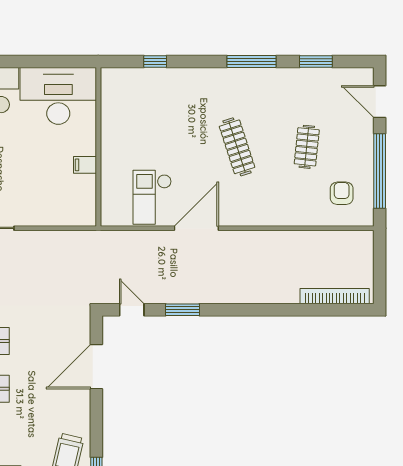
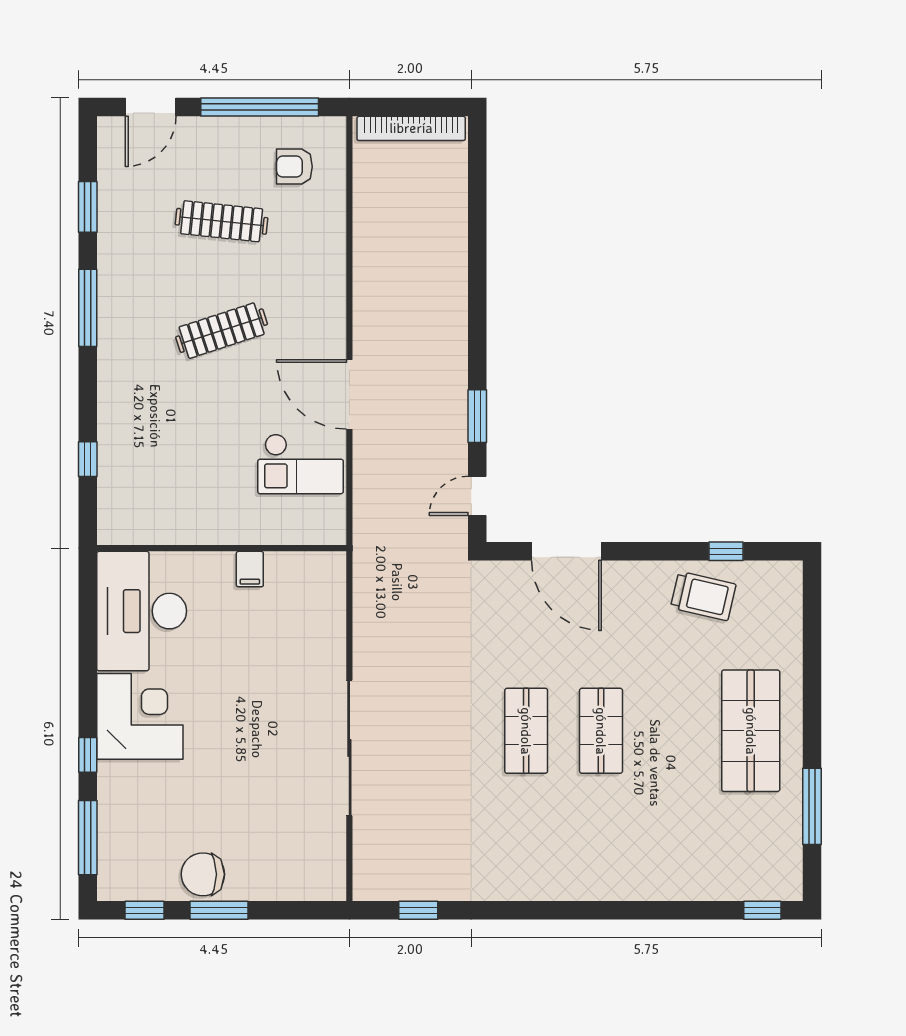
clothes rail: (307, 147) -> (222, 221), width x1.36
bookcase: (335, 296) -> (411, 128), moved, turned -90

